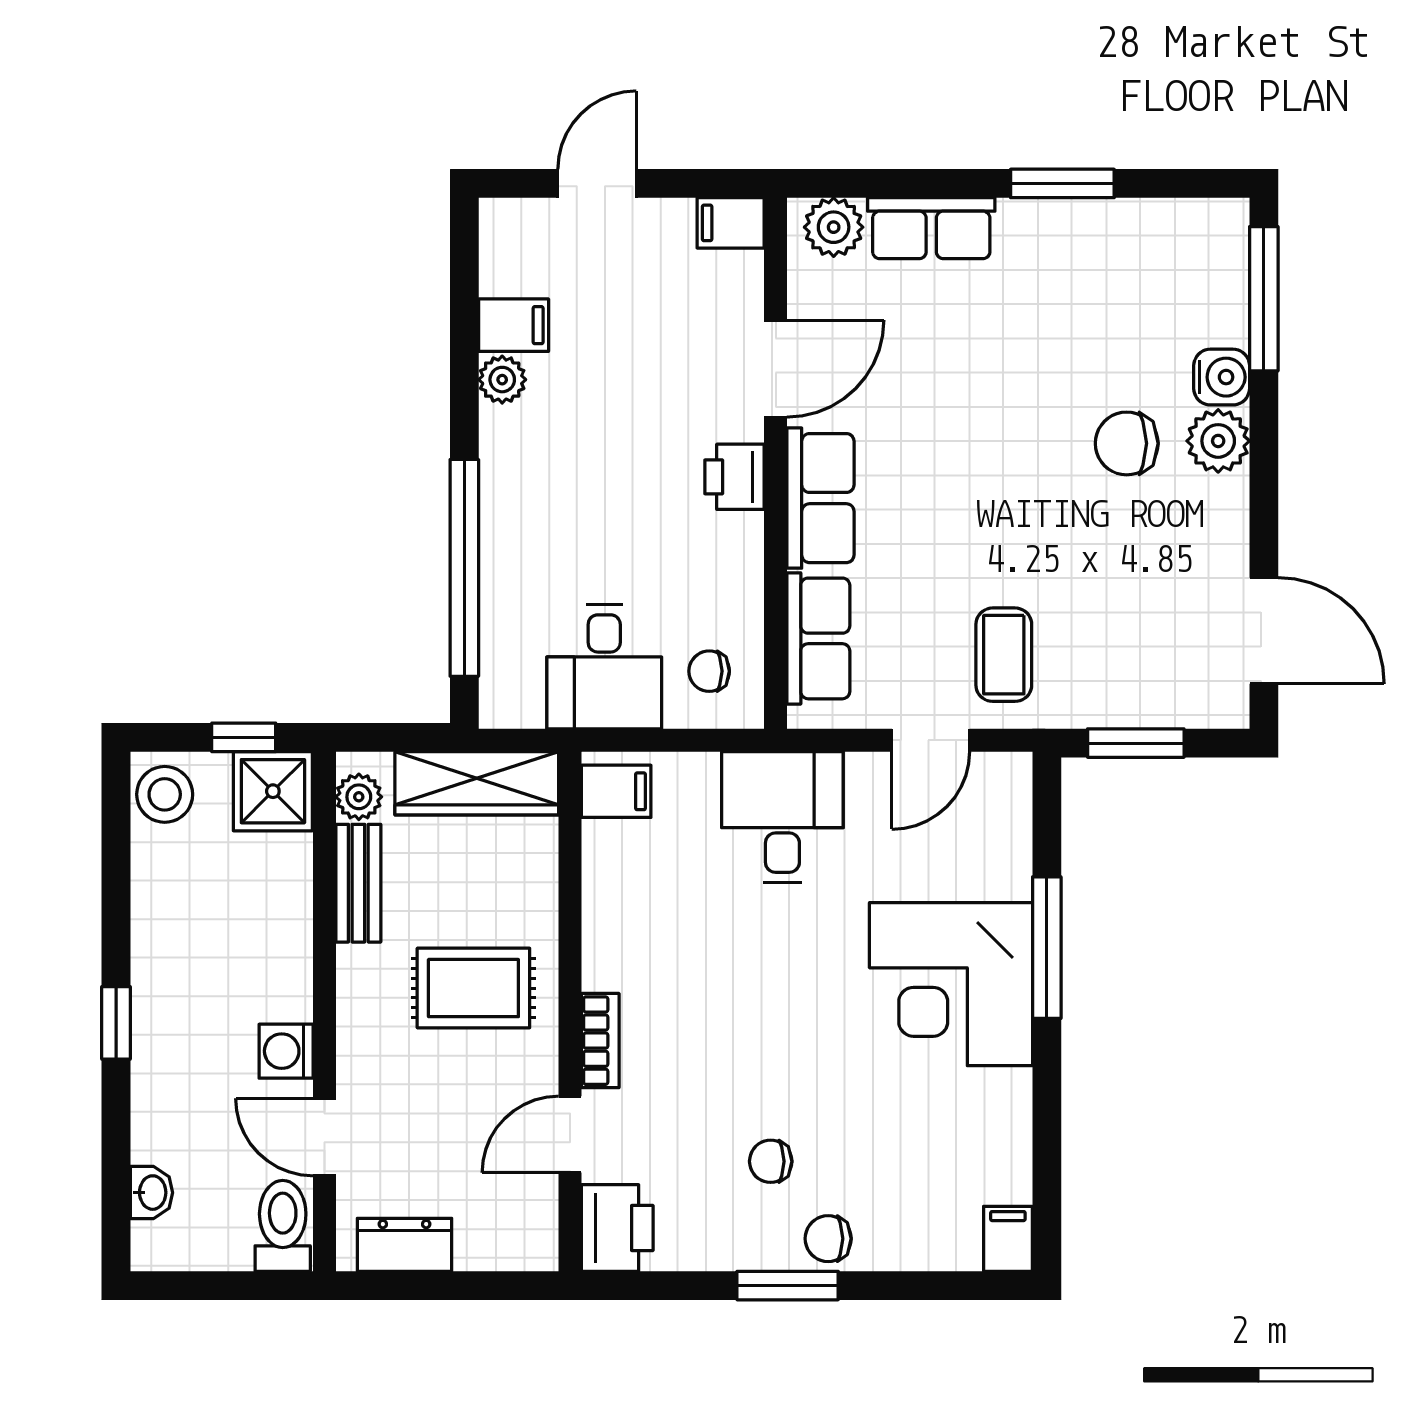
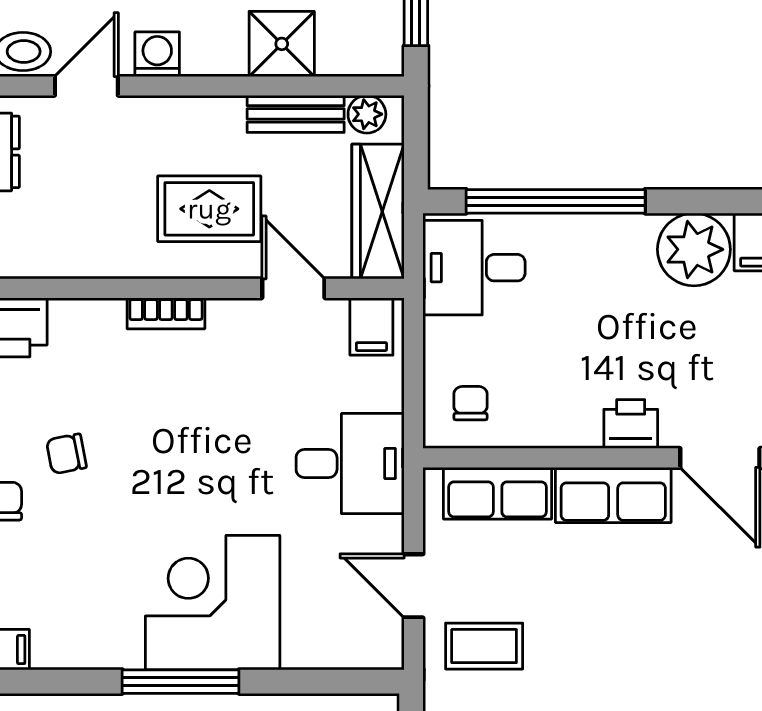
plant: (502, 380) -> (694, 249), width x1.88, depth x1.88
desk: (604, 667) -> (474, 268), moved
shower: (273, 791) -> (282, 44), moved
window: (1047, 948) -> (181, 682), moved
rug: (473, 988) -> (209, 209), turned 90
door: (570, 1134) -> (293, 288), moved
chair: (771, 1161) -> (66, 454), turned -101

